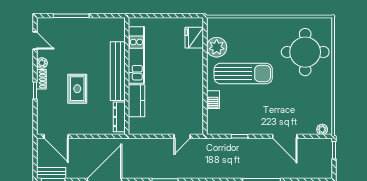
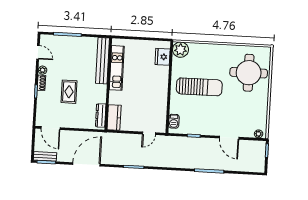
plant: (217, 47) -> (180, 50), moved
bench: (118, 71) -> (103, 61), moved
barbecue: (213, 100) -> (174, 121), moved
kitchen counter: (137, 101) -> (114, 118), moved

